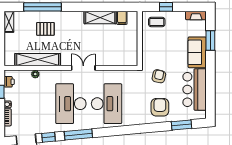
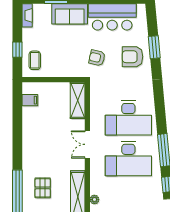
shelving: (100, 17) -> (78, 100), moved
desk: (107, 104) -> (128, 118), turned 180
window: (181, 125) -> (154, 47), moved

